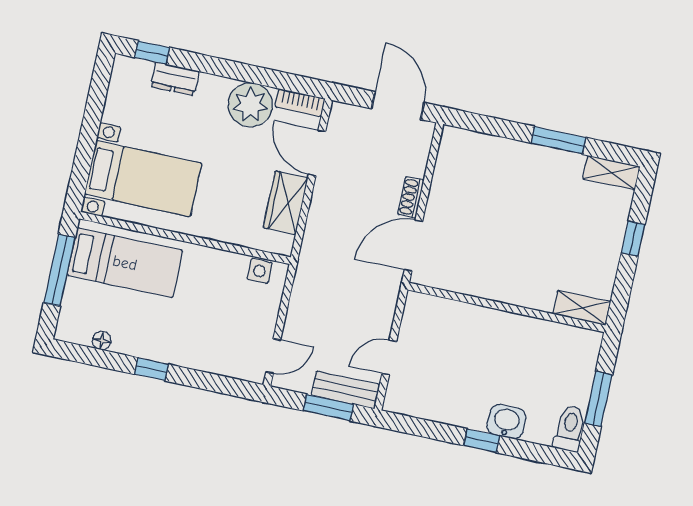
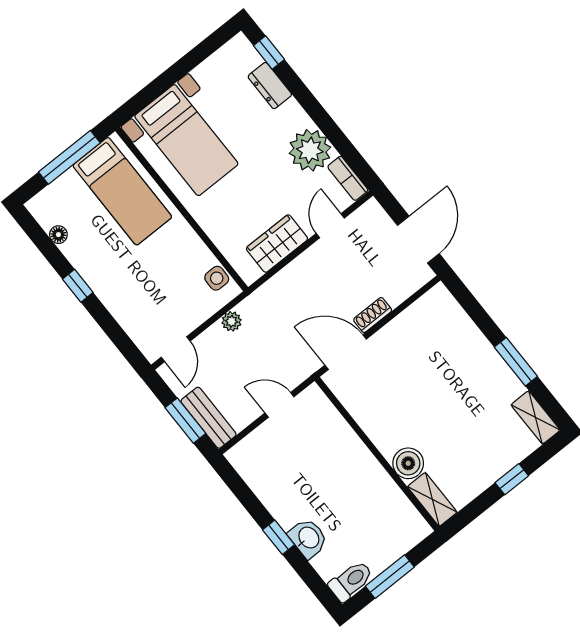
door: (317, 153) -> (330, 226), width x0.73
boiler: (538, 294) -> (408, 463), added
plant: (300, 296) -> (232, 321), added
door: (273, 356) -> (176, 349), hinge flipped
door: (389, 357) -> (279, 405), moved

